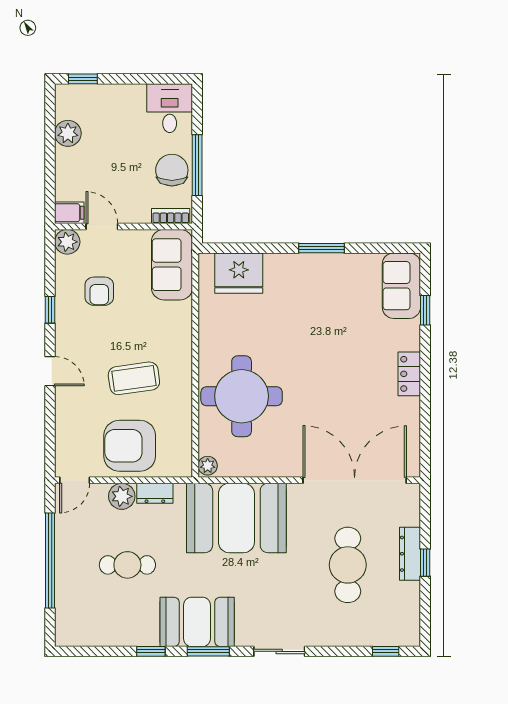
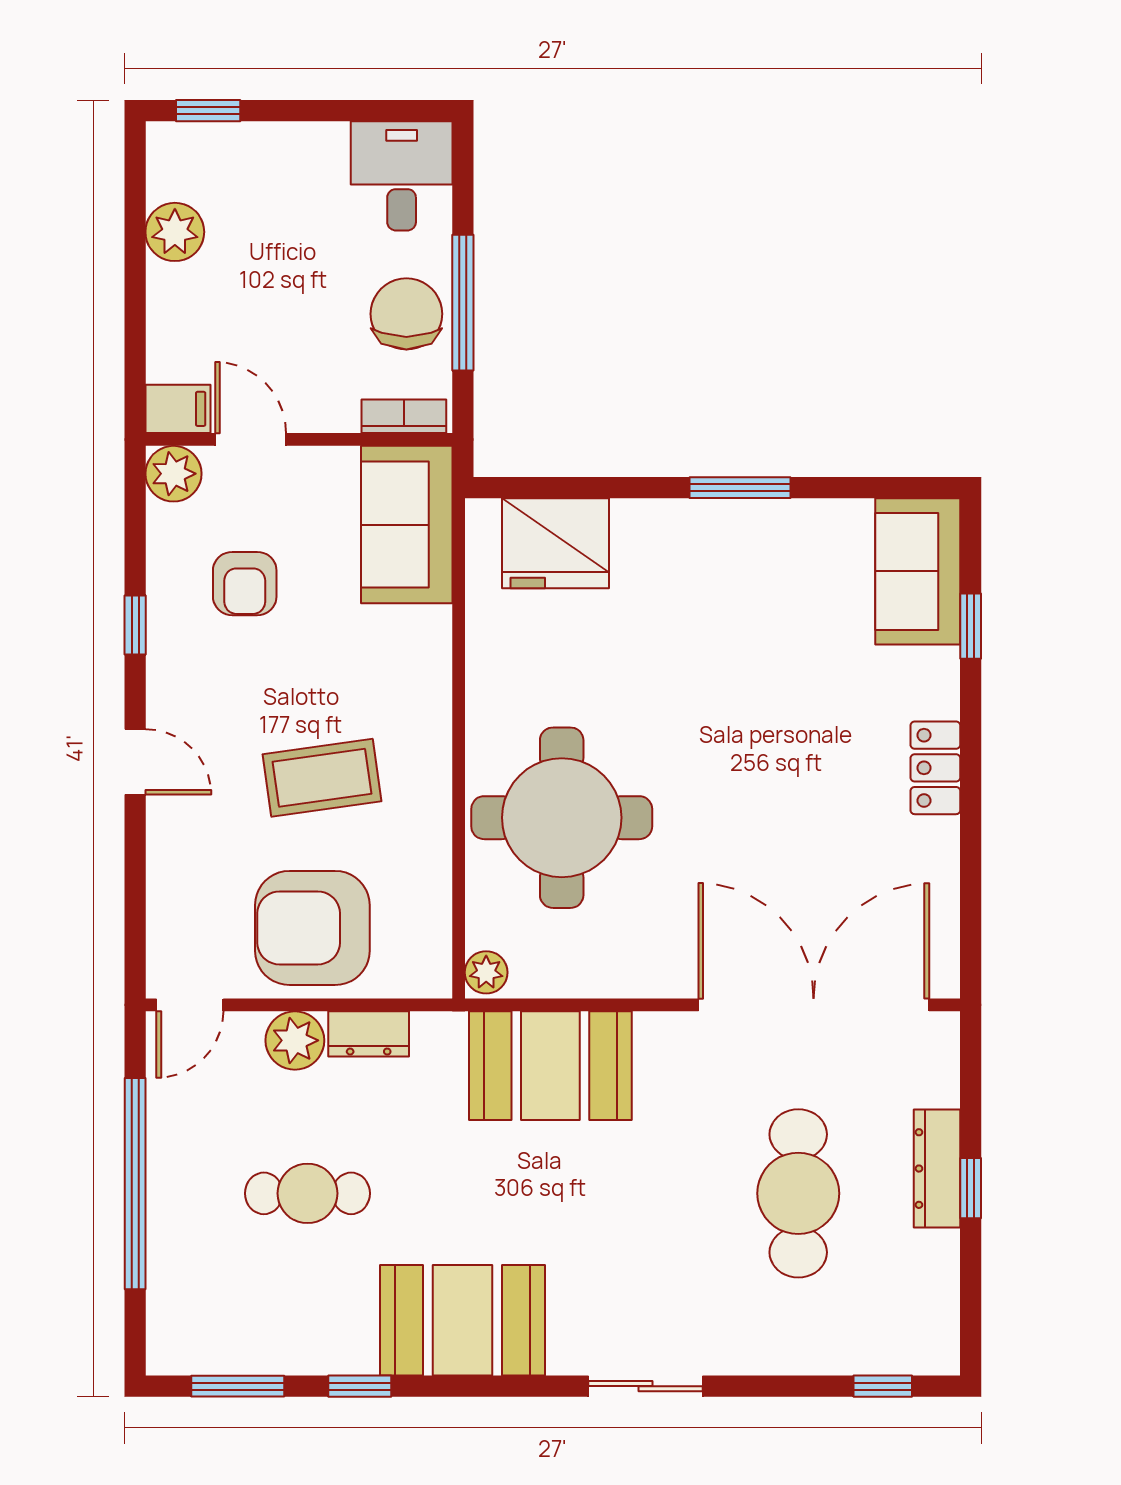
booth: (236, 518) -> (550, 1066), width x0.73, depth x0.70
window: (208, 651) -> (238, 1386), moved

